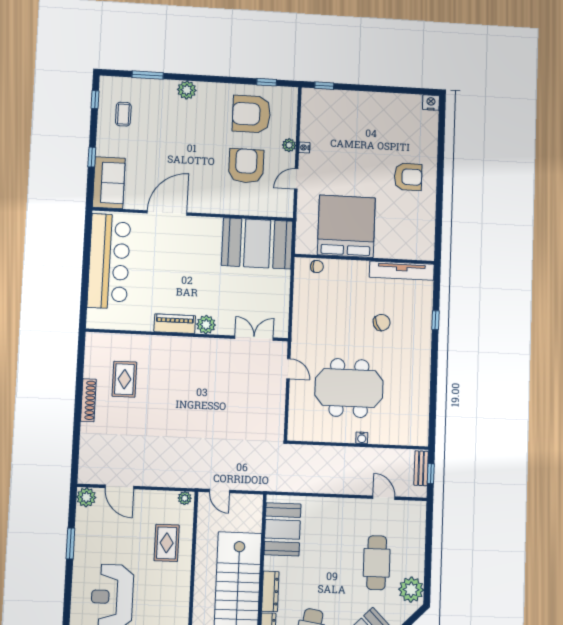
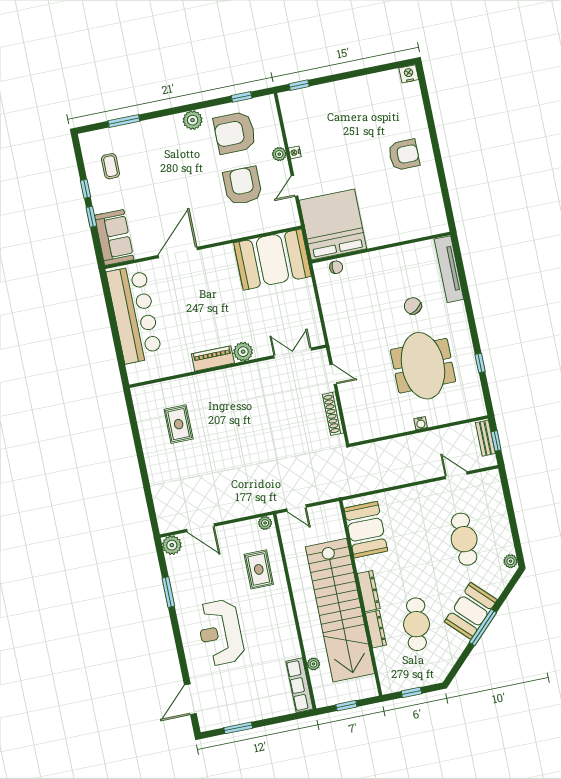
plant: (187, 90) -> (193, 120), moved
window: (95, 100) -> (86, 189), moved
bed: (346, 226) -> (333, 225), moved
tv unit: (402, 271) -> (449, 269), moved, turned 90
window: (436, 320) -> (480, 363), moved
chair: (382, 323) -> (413, 306), turned -101
meeting table: (349, 388) -> (423, 366), moved, turned 90
shoe rack: (88, 400) -> (333, 414), moved, turned 180
plant: (411, 590) -> (511, 561), width x0.53, depth x0.53

